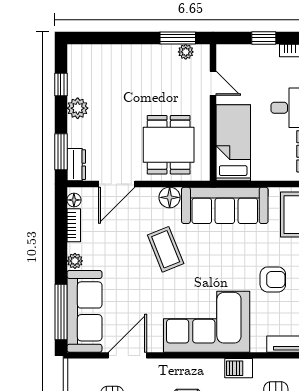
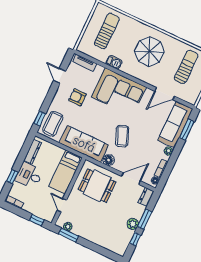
window: (264, 38) -> (37, 220), moved
dining table: (169, 145) -> (97, 186), turned 90
window: (61, 152) -> (145, 219), moved
window: (61, 312) -> (187, 130), width x0.69

